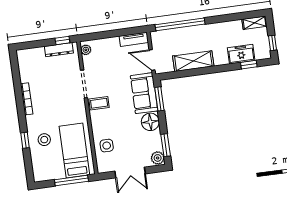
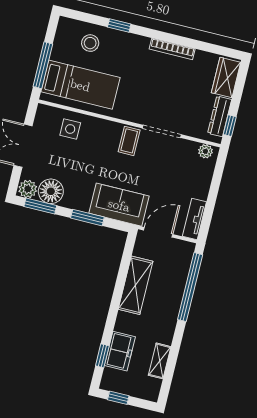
shelving: (255, 23) -> (160, 361), moved
wardrobe: (31, 56) -> (226, 78), added
window: (159, 99) -> (87, 218), moved
floor lamp: (150, 122) -> (51, 191), moved
stool: (44, 140) -> (90, 43), moved

